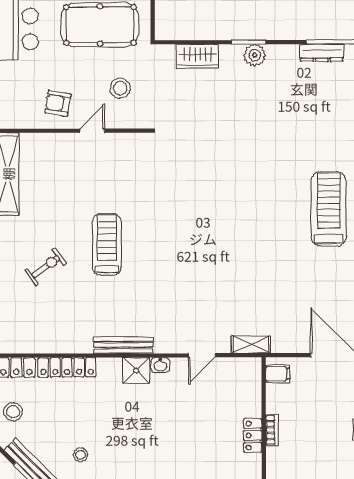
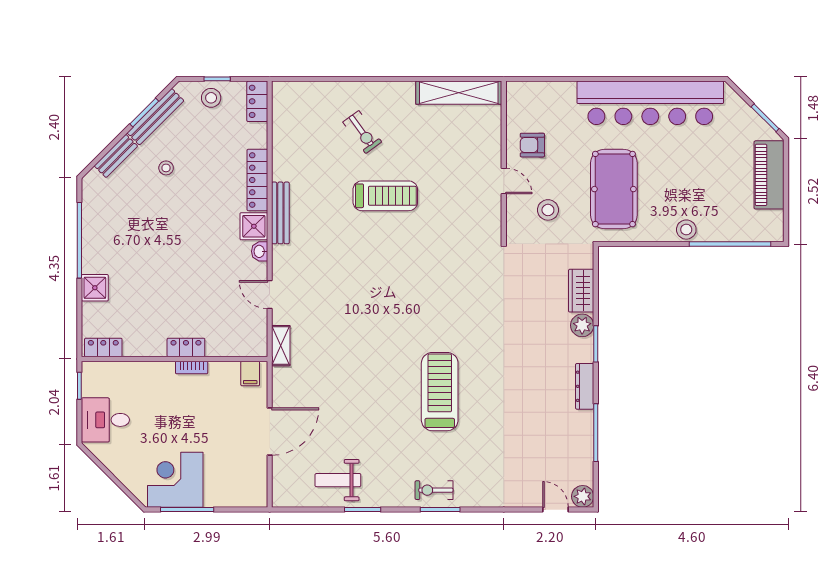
dresser: (322, 53) -> (585, 386), moved
plant: (255, 55) -> (582, 325), moved
armchair: (58, 103) -> (532, 145), turned -100
treadmill: (329, 209) -> (440, 392), moved, turned -90
locker: (67, 367) -> (257, 180), moved

